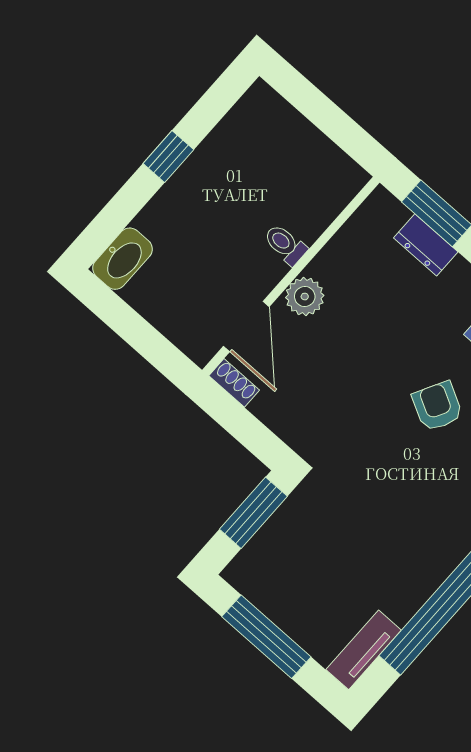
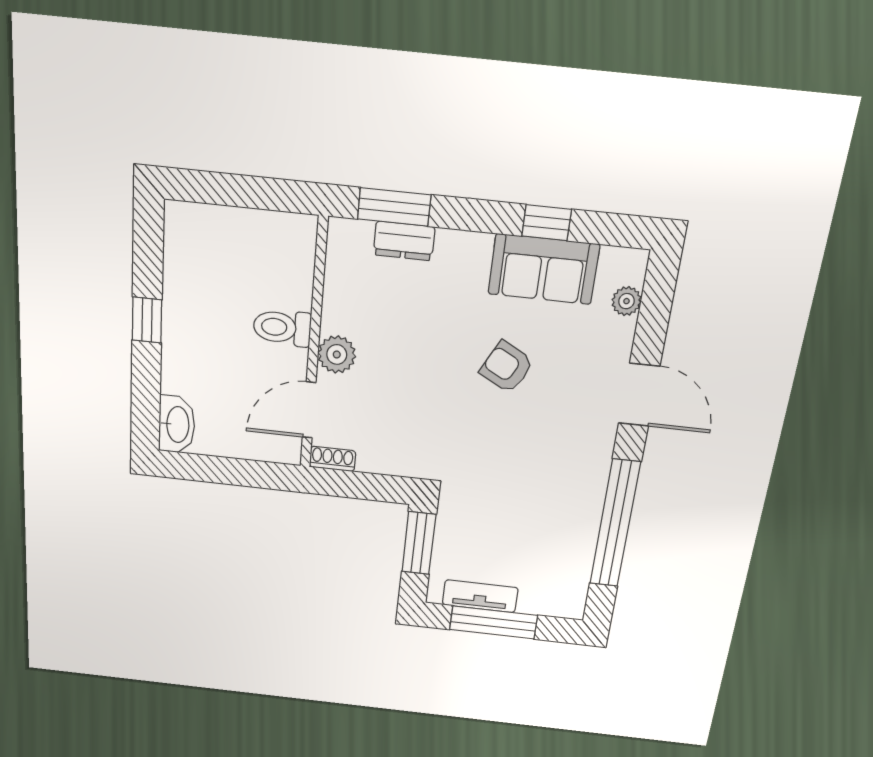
toilet: (285, 244) -> (282, 328), width x1.37, depth x1.39
door: (246, 326) -> (309, 410), swing flipped
tv unit: (364, 650) -> (480, 596), moved, turned 90

